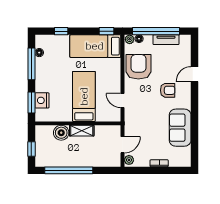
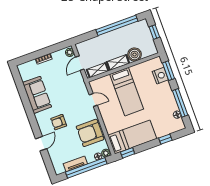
armchair: (138, 67) -> (90, 133), turned 90
shelving: (106, 130) -> (98, 70), added

